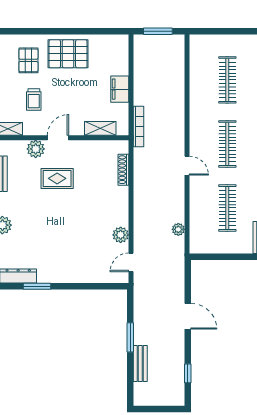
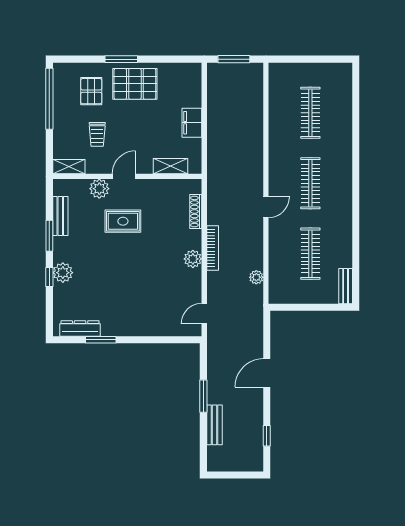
window: (56, 31) -> (121, 59), added
bookcase: (139, 126) -> (213, 248), moved
door: (187, 166) -> (266, 207), hinge flipped
plant: (121, 235) -> (193, 259), moved
door: (188, 316) -> (267, 373), swing flipped

